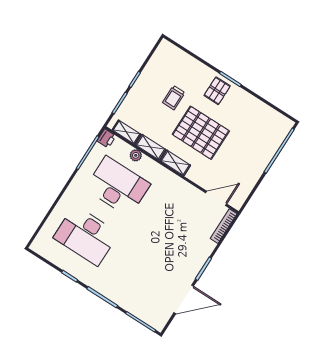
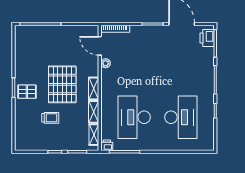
plant: (136, 155) -> (106, 63), moved
printer: (152, 317) -> (207, 38), added

